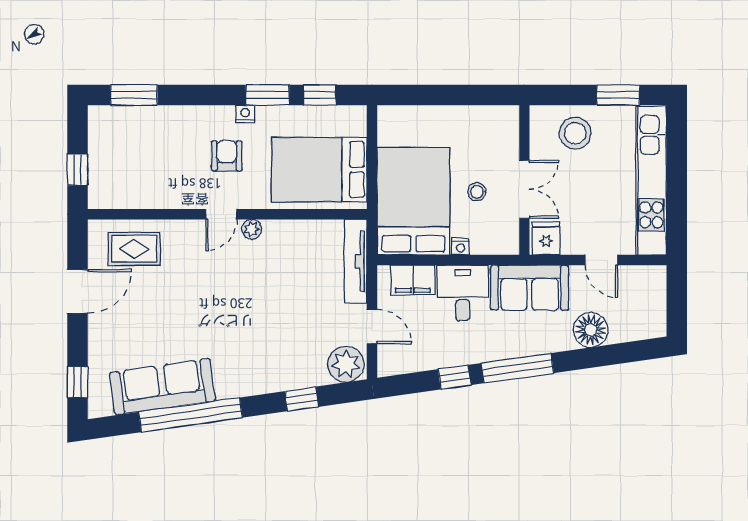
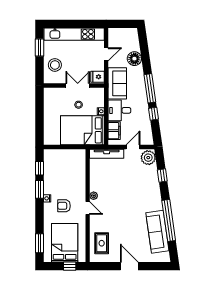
bed: (319, 170) -> (65, 243), moved, turned 180
door: (77, 291) -> (129, 266), moved
window: (77, 382) -> (155, 266), removed

